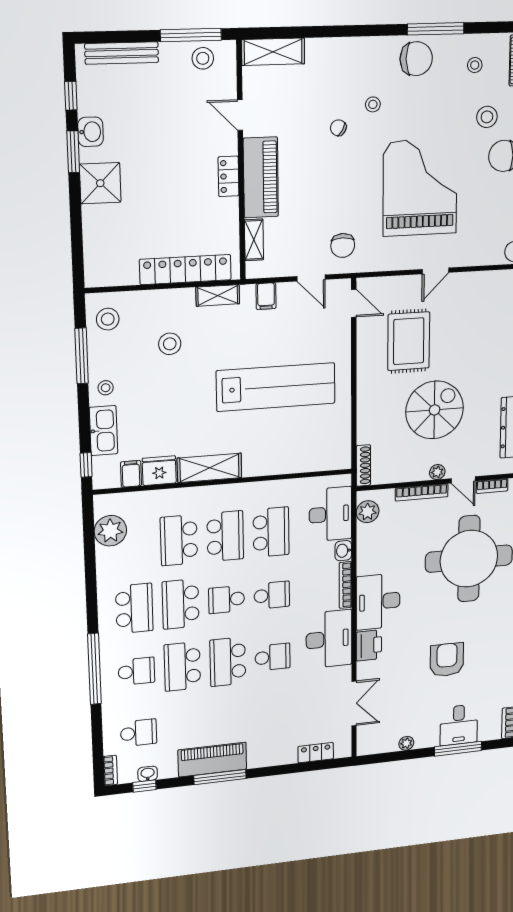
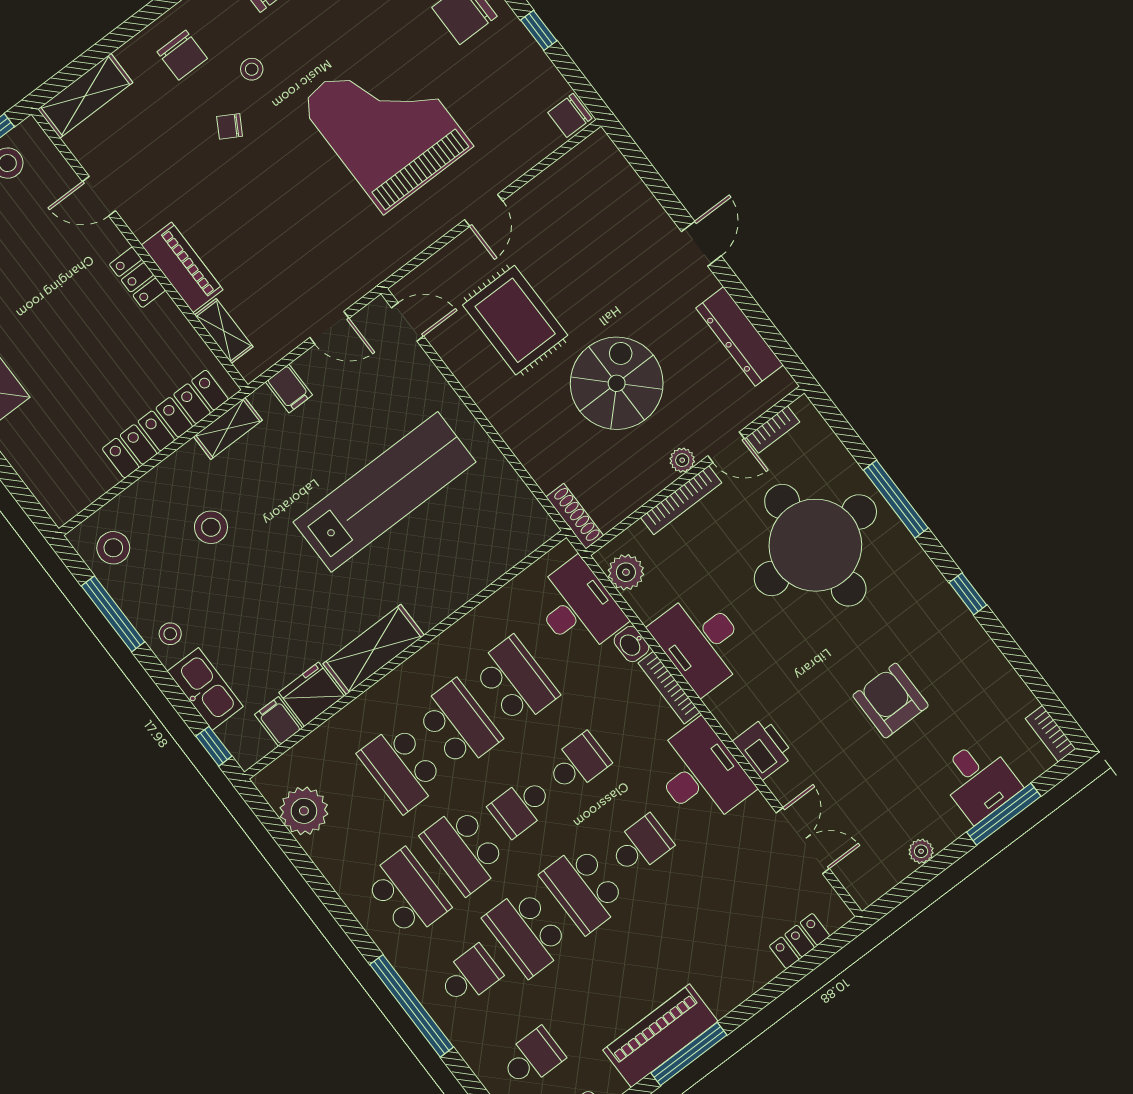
piano: (261, 177) -> (182, 267), width x0.73, depth x0.75
chair: (343, 246) -> (182, 55), moved
desk: (378, 602) -> (701, 642), moved

